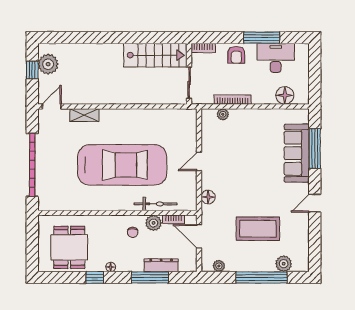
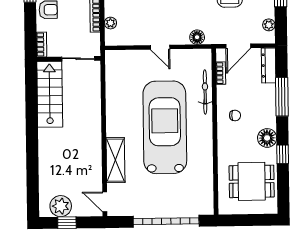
shelving: (84, 115) -> (115, 160), width x1.50, depth x1.33
plant: (153, 223) -> (225, 94), removed
dresser: (161, 265) -> (269, 65), moved
floor lamp: (111, 267) -> (267, 138), width x1.89, depth x1.89

